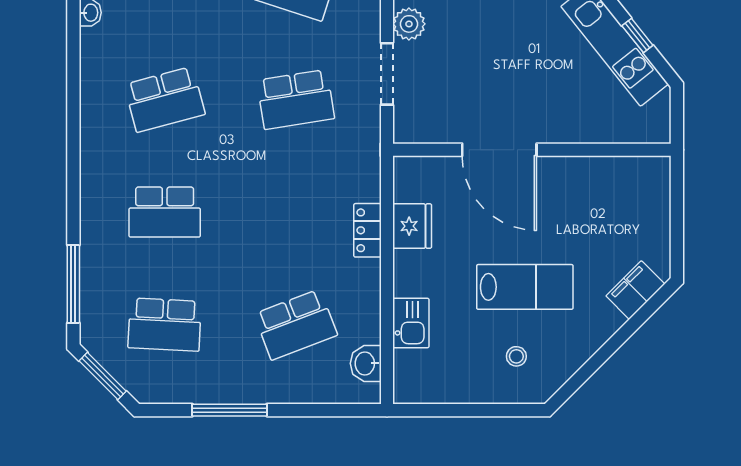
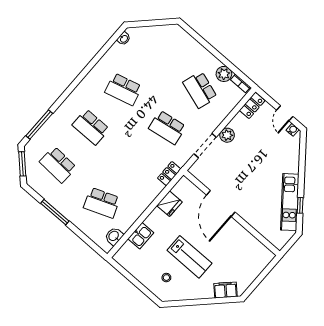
locker: (367, 230) -> (169, 174), moved

